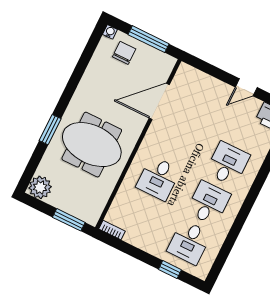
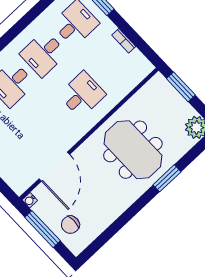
water cooler: (110, 32) -> (30, 200), moved
door: (159, 101) -> (54, 167), hinge flipped
bookcase: (112, 230) -> (124, 41), moved

